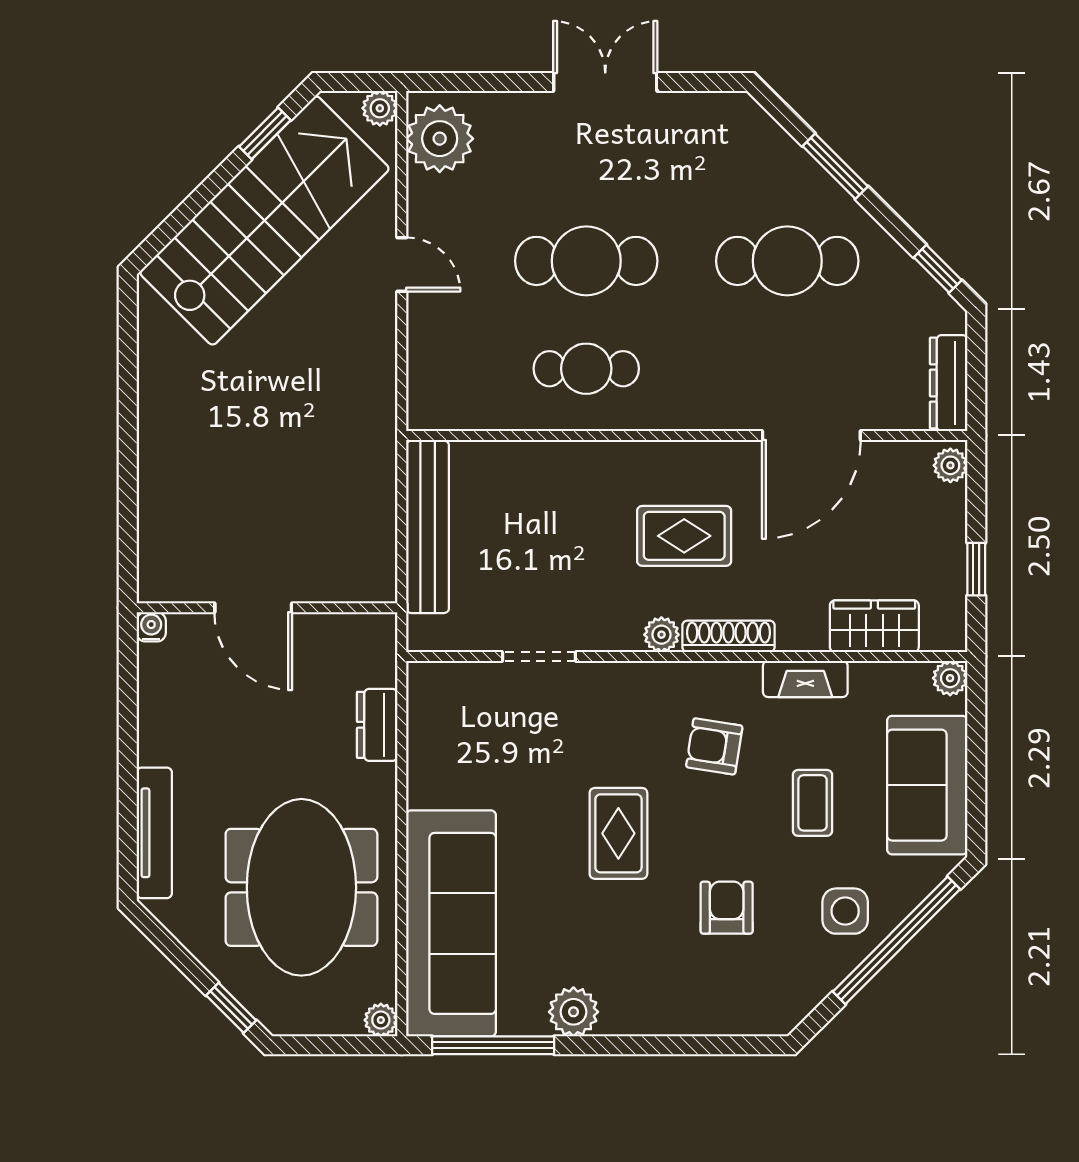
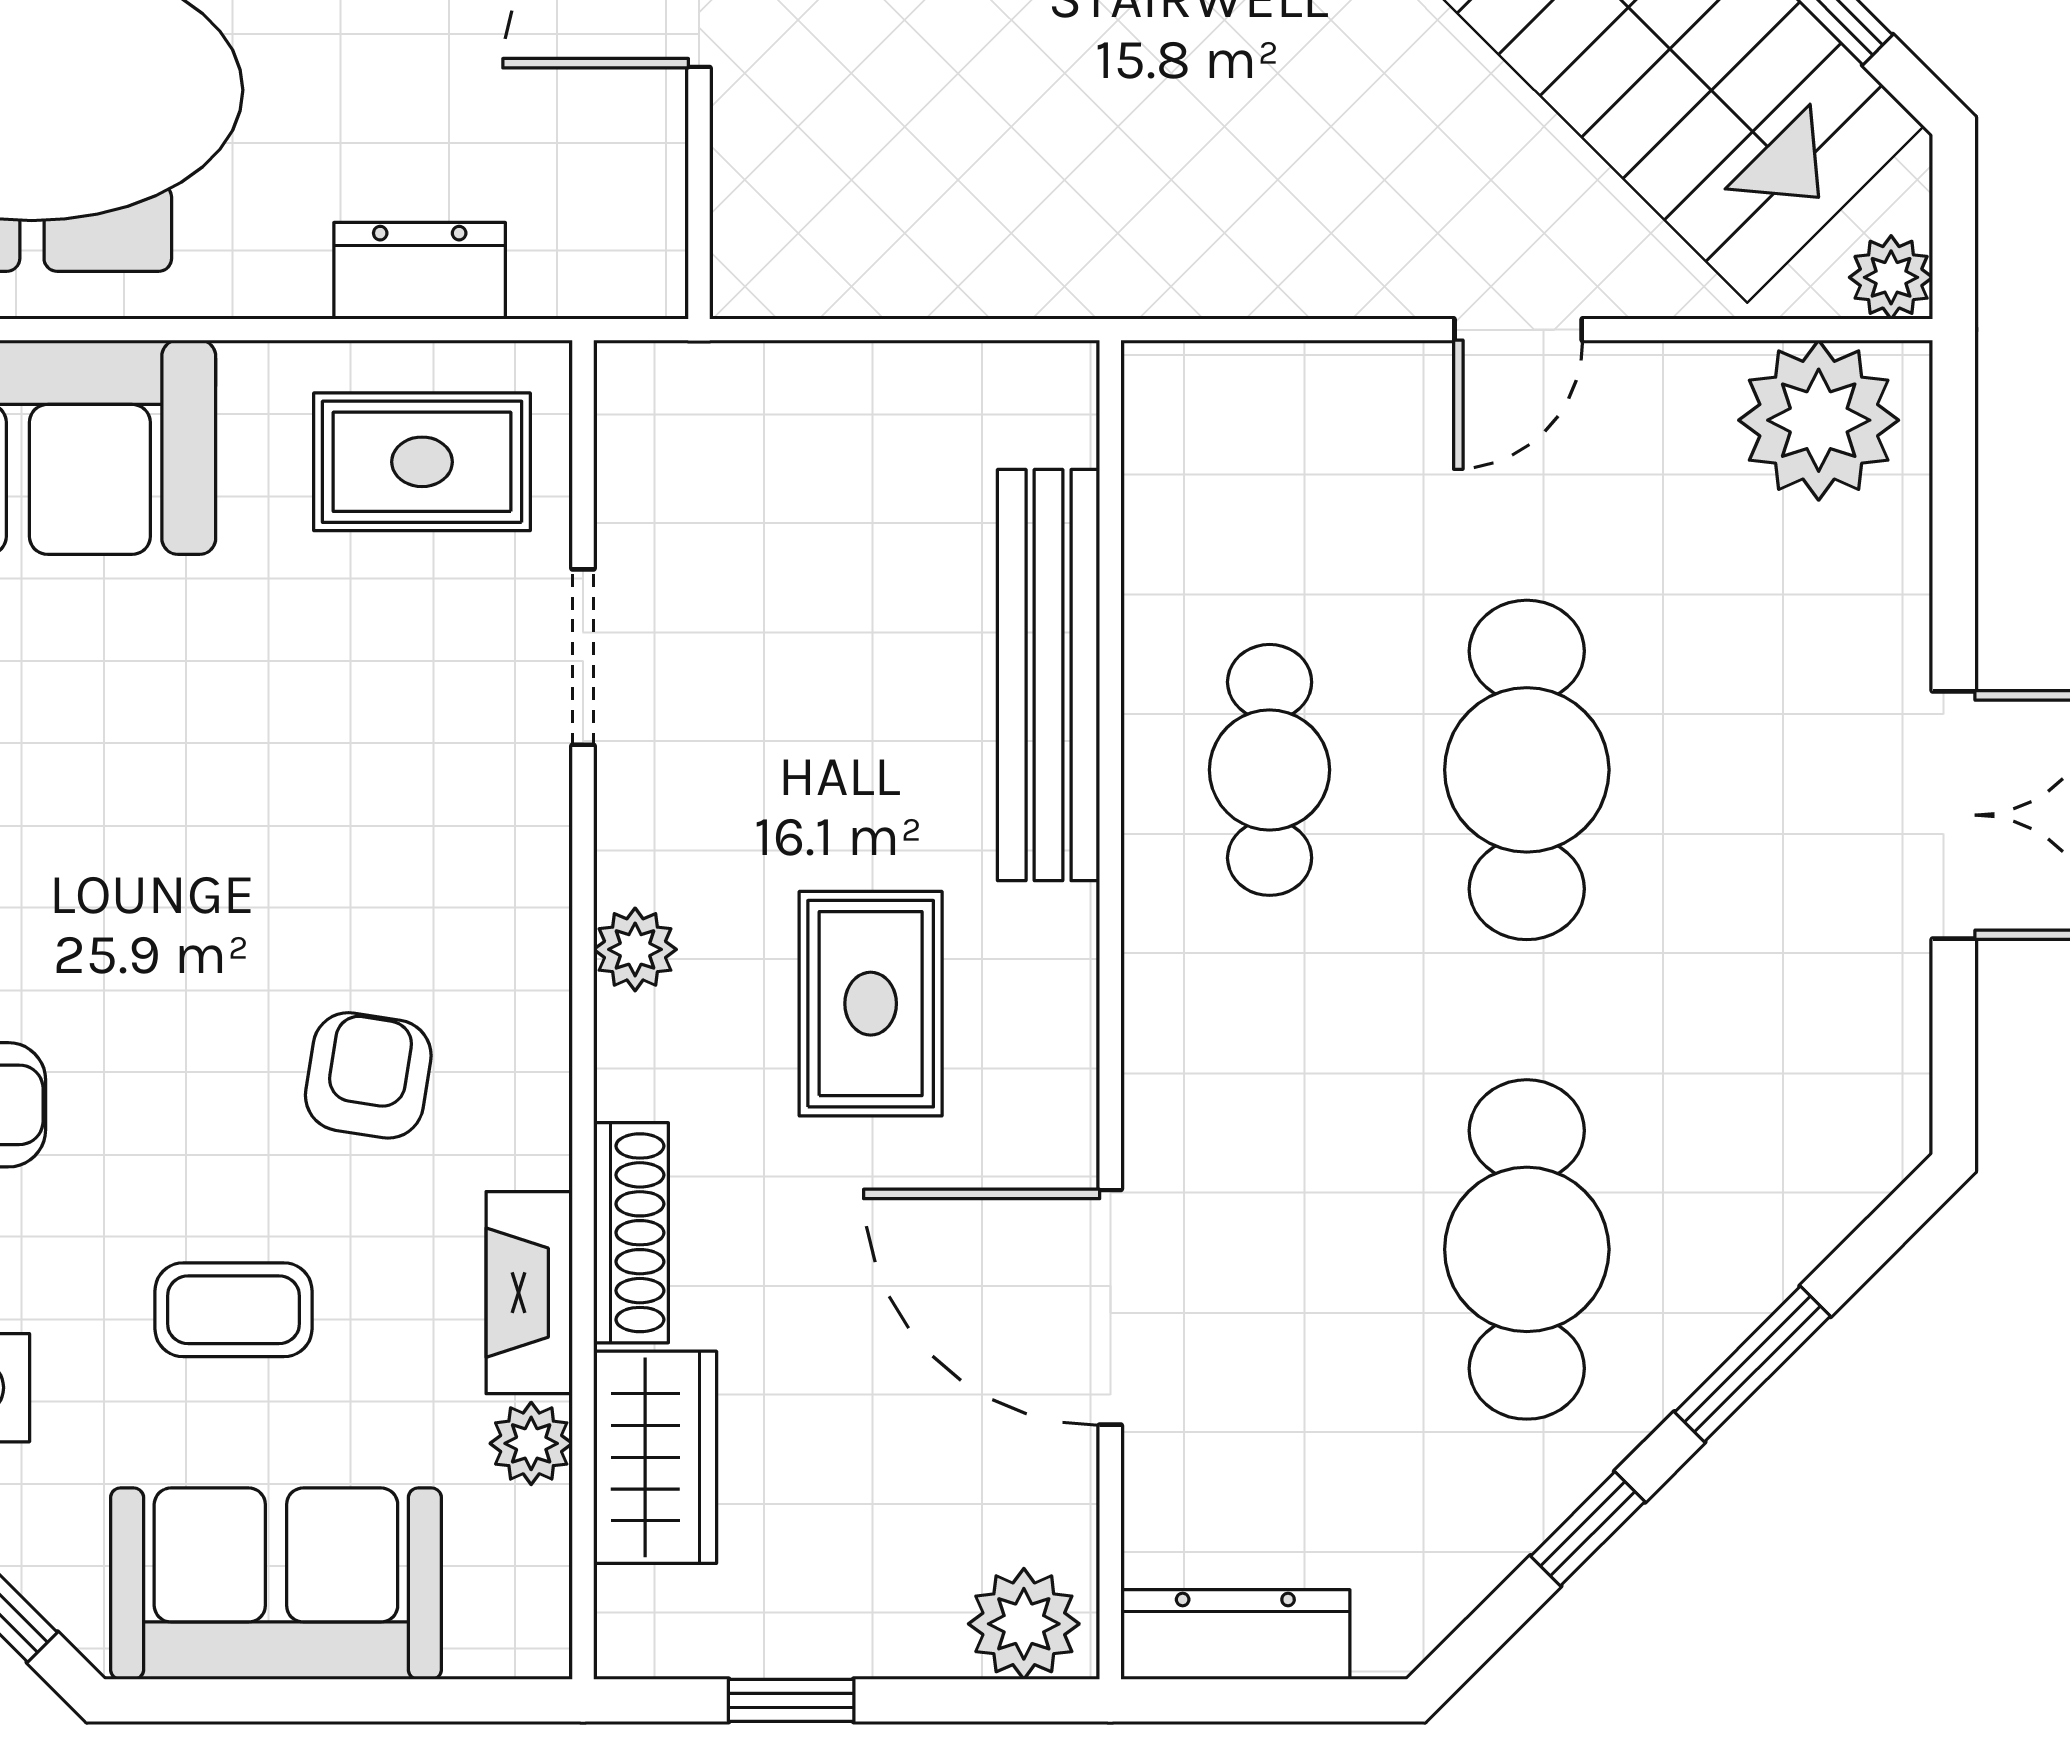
window: (938, 269) -> (1588, 1529), moved
plant: (950, 465) -> (1024, 1624), width x1.38, depth x1.38
bench: (428, 527) -> (1049, 675), moved, turned 90
shoe rack: (729, 636) -> (631, 1233), moved
plant: (950, 678) -> (531, 1443), moved
rug: (618, 833) -> (422, 462), moved

